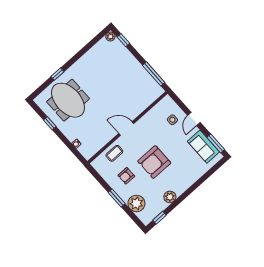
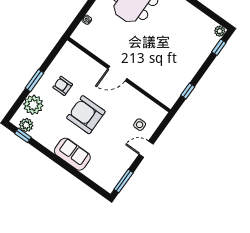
window: (154, 74) -> (188, 91), width x0.46
door: (126, 129) -> (117, 74), swing flipped
sofa: (203, 147) -> (72, 154), moved, turned 90
coffee table: (114, 153) -> (86, 66), removed
plant: (170, 197) -> (26, 125), moved

